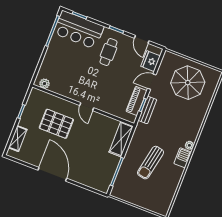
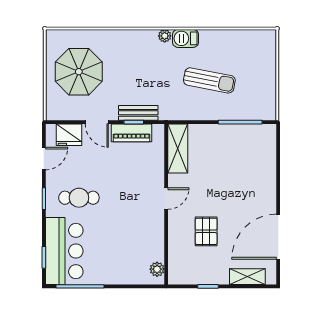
pallet: (56, 124) -> (206, 231), width x0.67, depth x0.71
shelving: (121, 139) -> (178, 148), moved, turned 90
door: (52, 174) -> (278, 237), moved

